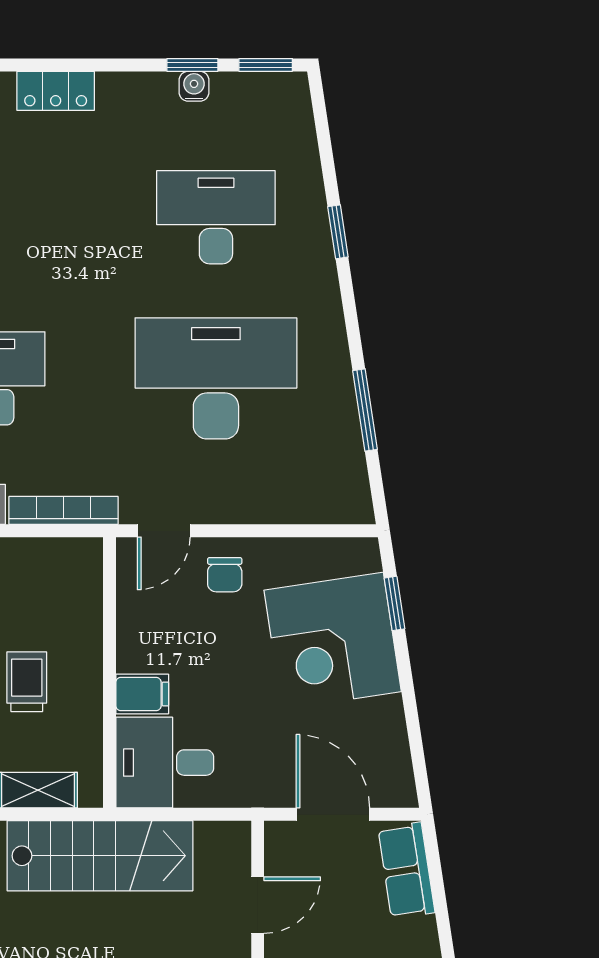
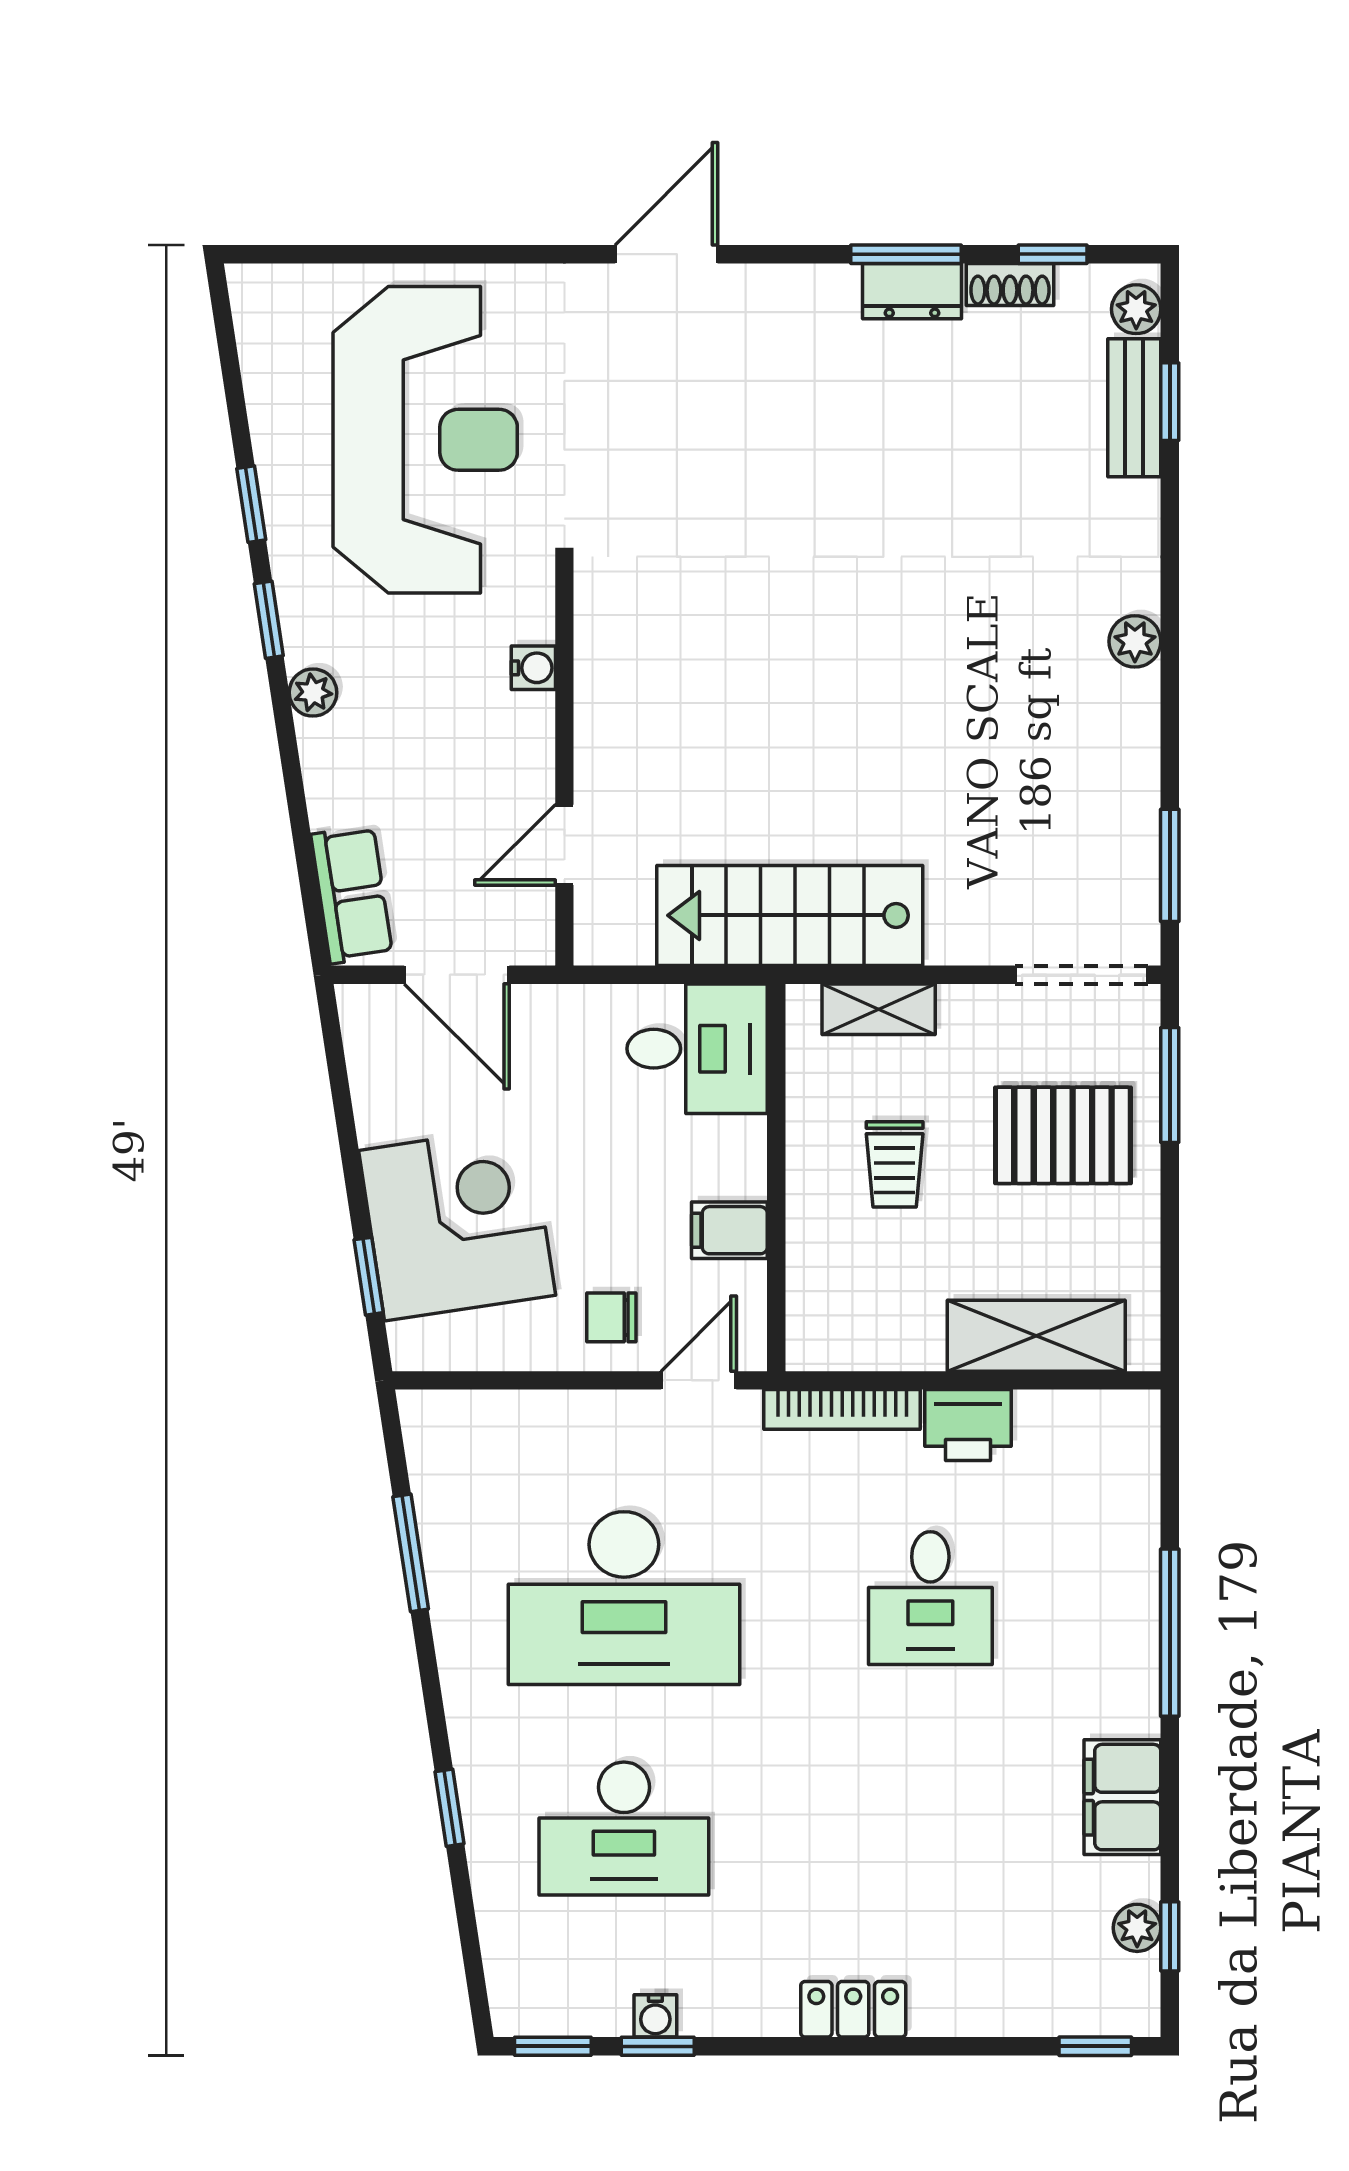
chair: (225, 575) -> (611, 1317), turned -90
filing cabinet: (142, 694) -> (729, 1230), moved

